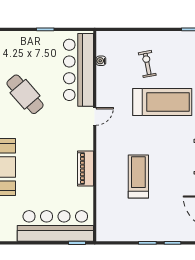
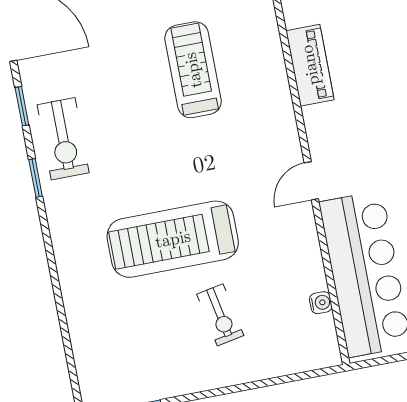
treadmill: (138, 177) -> (193, 70), turned 180

